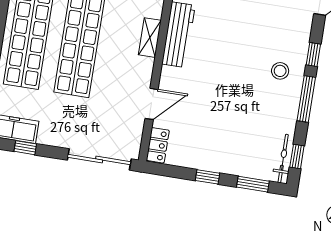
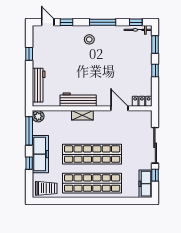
window: (313, 55) -> (66, 22), moved
sliding door: (99, 159) -> (155, 145), moved

